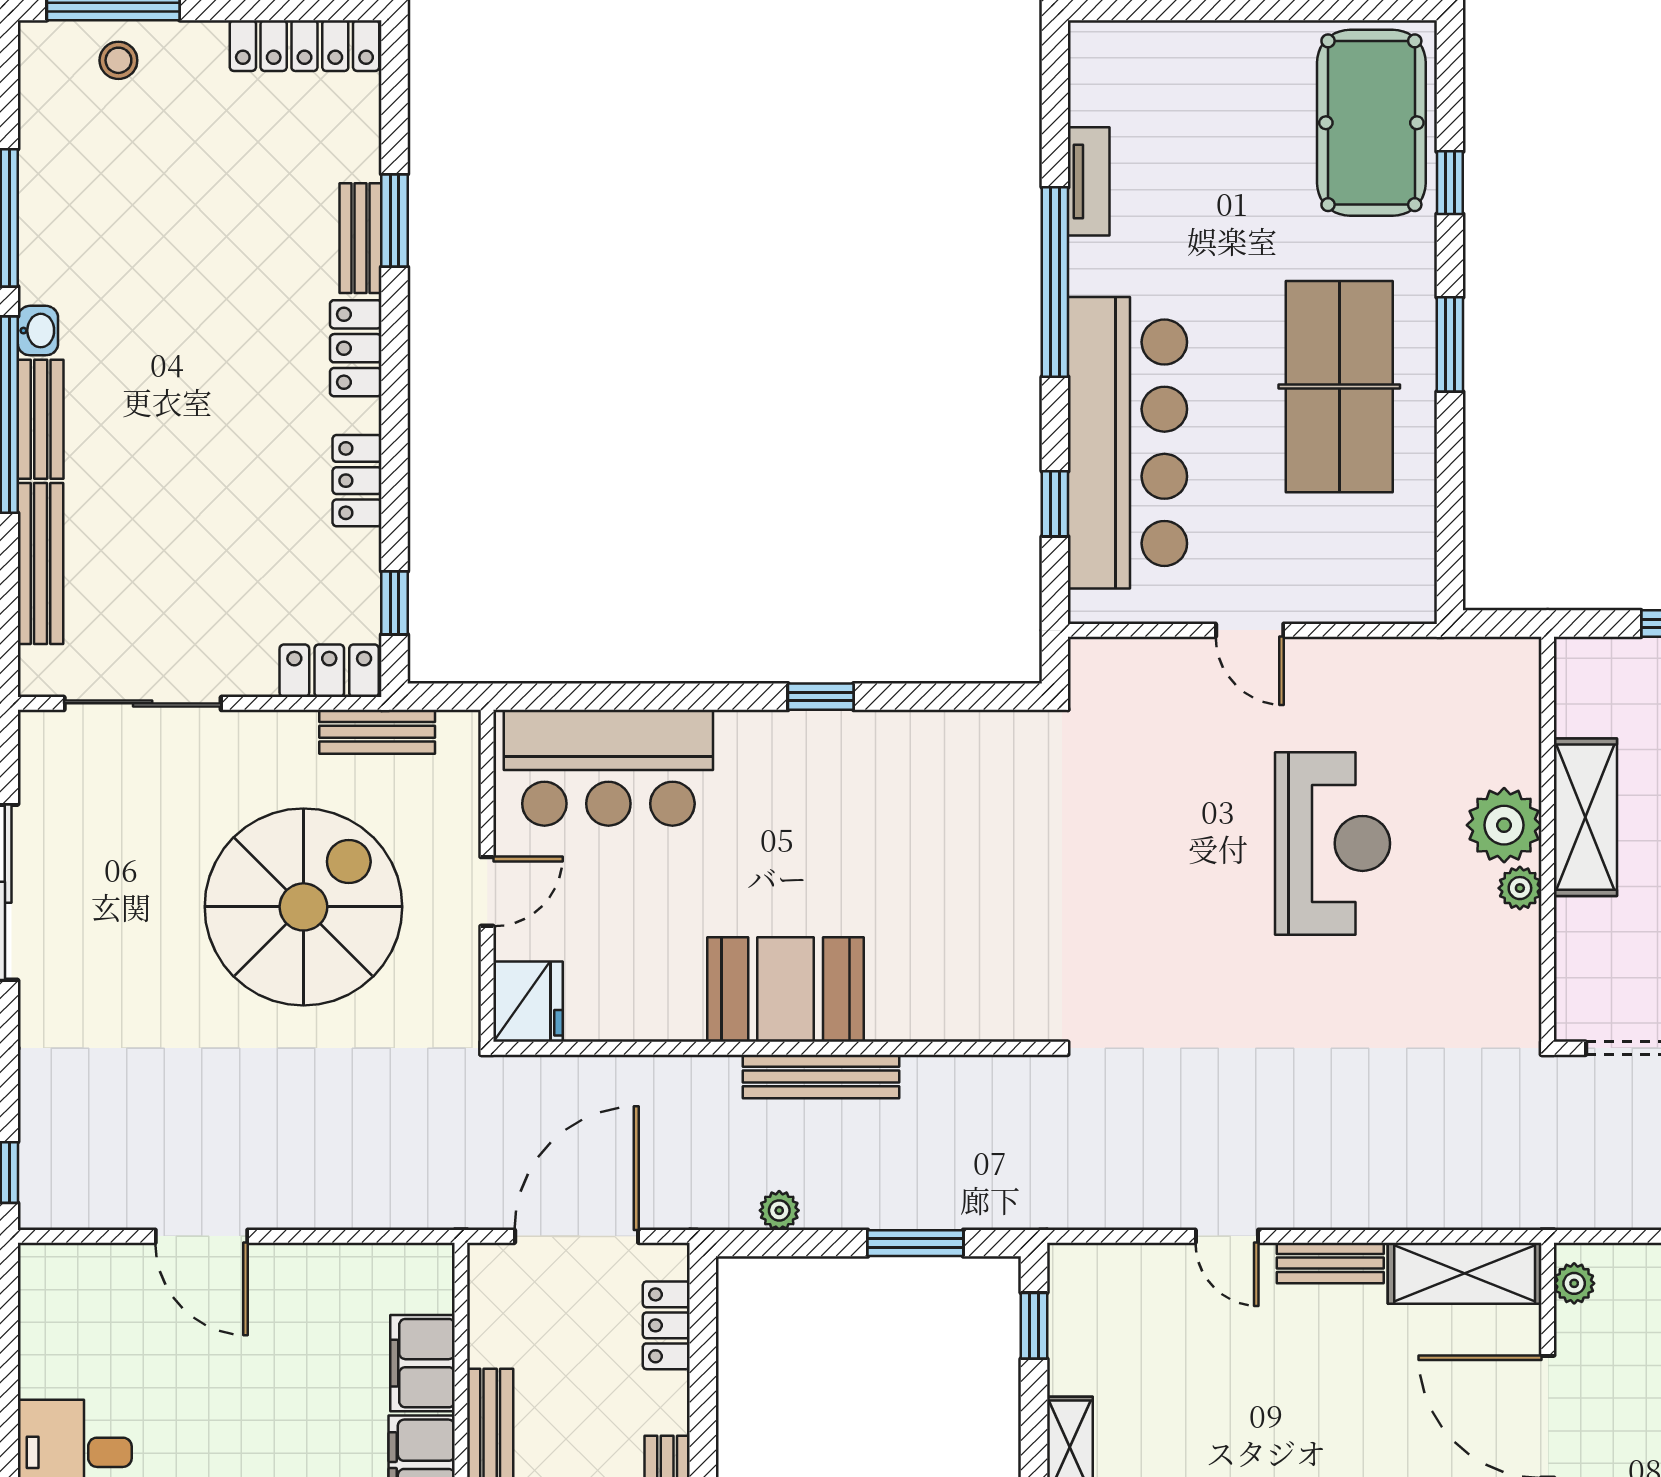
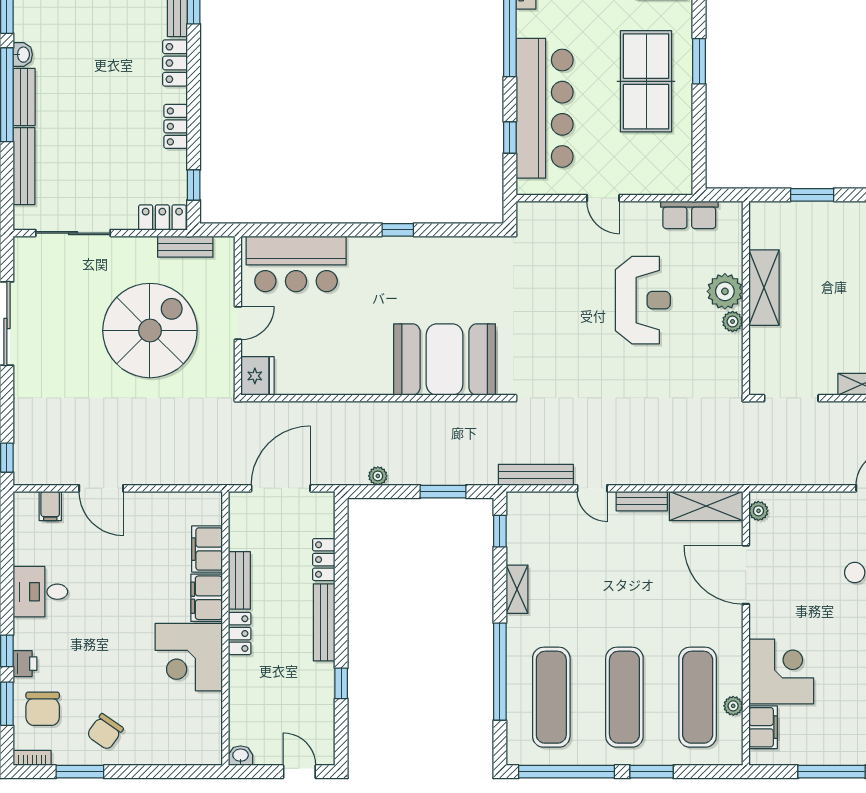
row of seats: (1430, 665) -> (689, 215), added
booth: (786, 990) -> (445, 359), moved, width x1.36, depth x1.42
bench: (821, 1076) -> (536, 475), moved
filing cabinet: (95, 1273) -> (50, 506), added
locker: (666, 1325) -> (324, 560), moved

